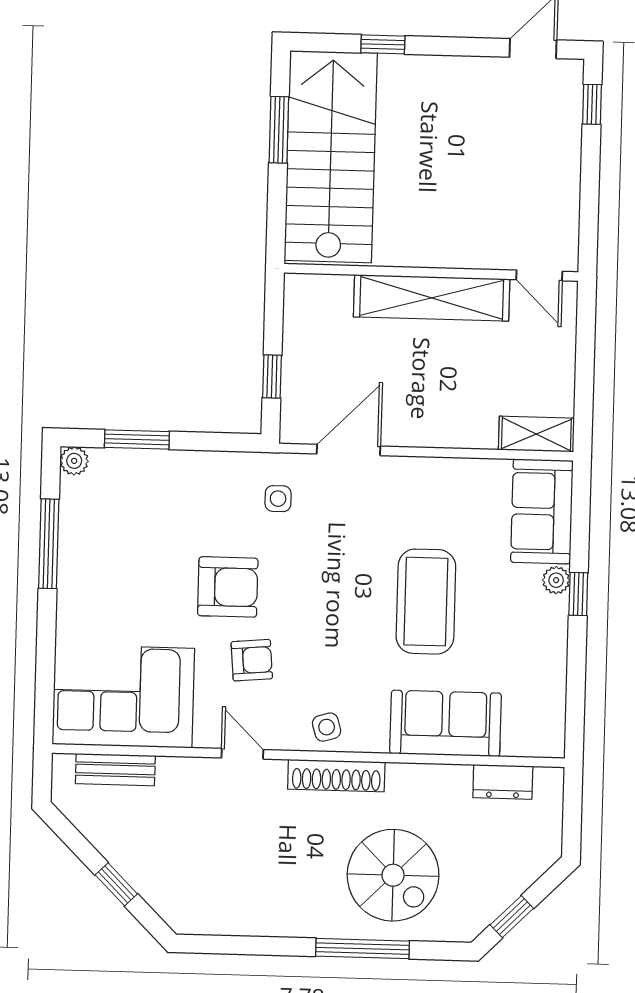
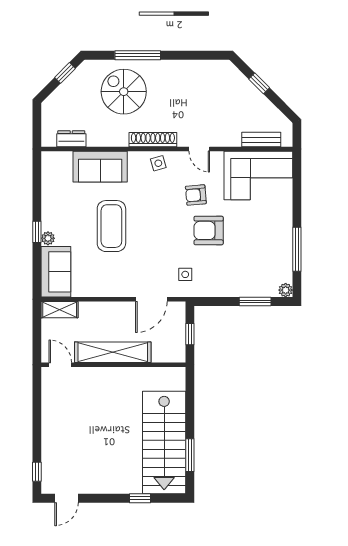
wall: (431, 272) -> (113, 365), moved
door: (539, 275) -> (60, 365), moved
shelving: (432, 298) -> (113, 352), moved

